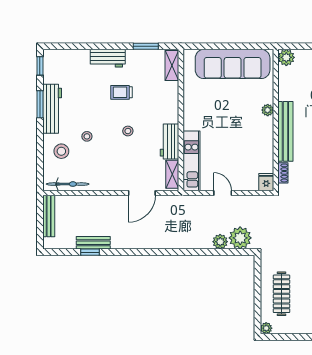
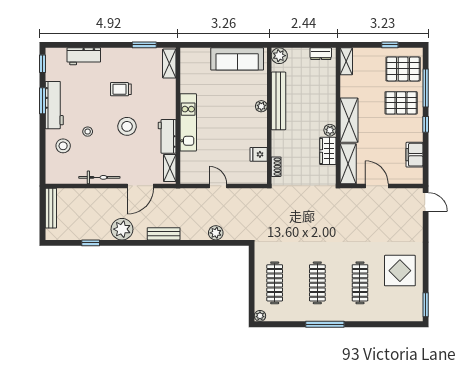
workbench: (108, 58) -> (84, 56), moved
sofa: (233, 64) -> (237, 59), width x0.74, depth x0.79
stool: (128, 131) -> (127, 126), width x1.89, depth x1.89
bench: (285, 131) -> (278, 101), moved
kitchen unit: (191, 161) -> (188, 122), moved
fridge: (266, 182) -> (259, 154), moved, turned -90
bicycle: (68, 184) -> (99, 177), moved
plant: (240, 238) -> (122, 229), moved
bench: (93, 243) -> (164, 234), moved

